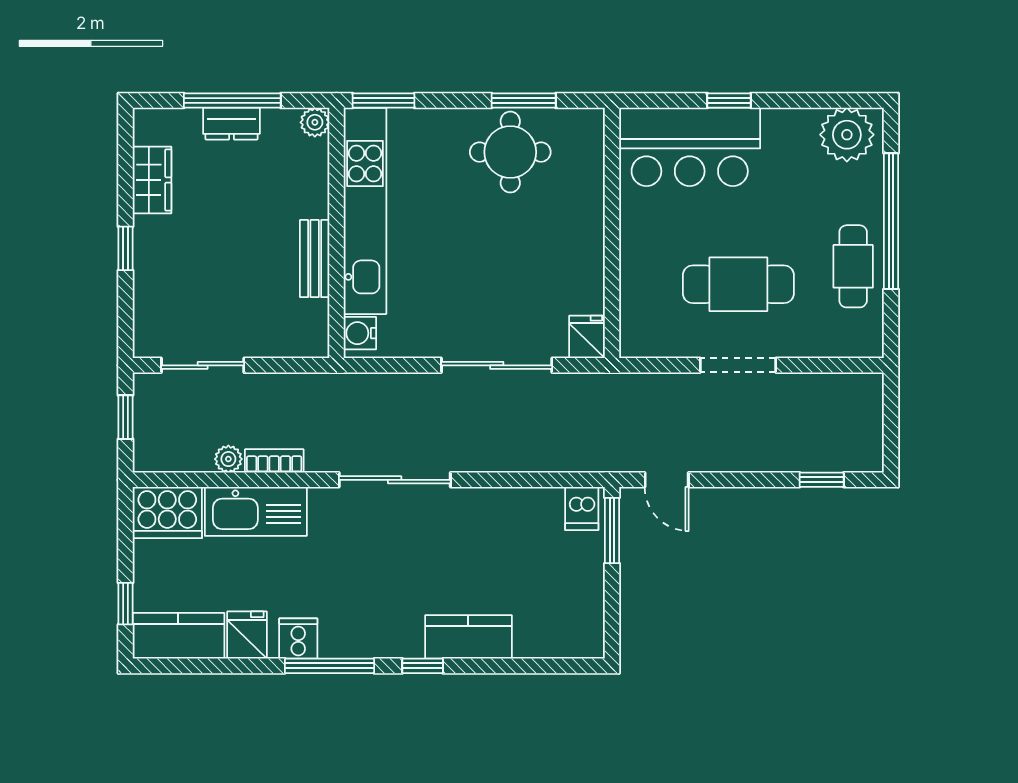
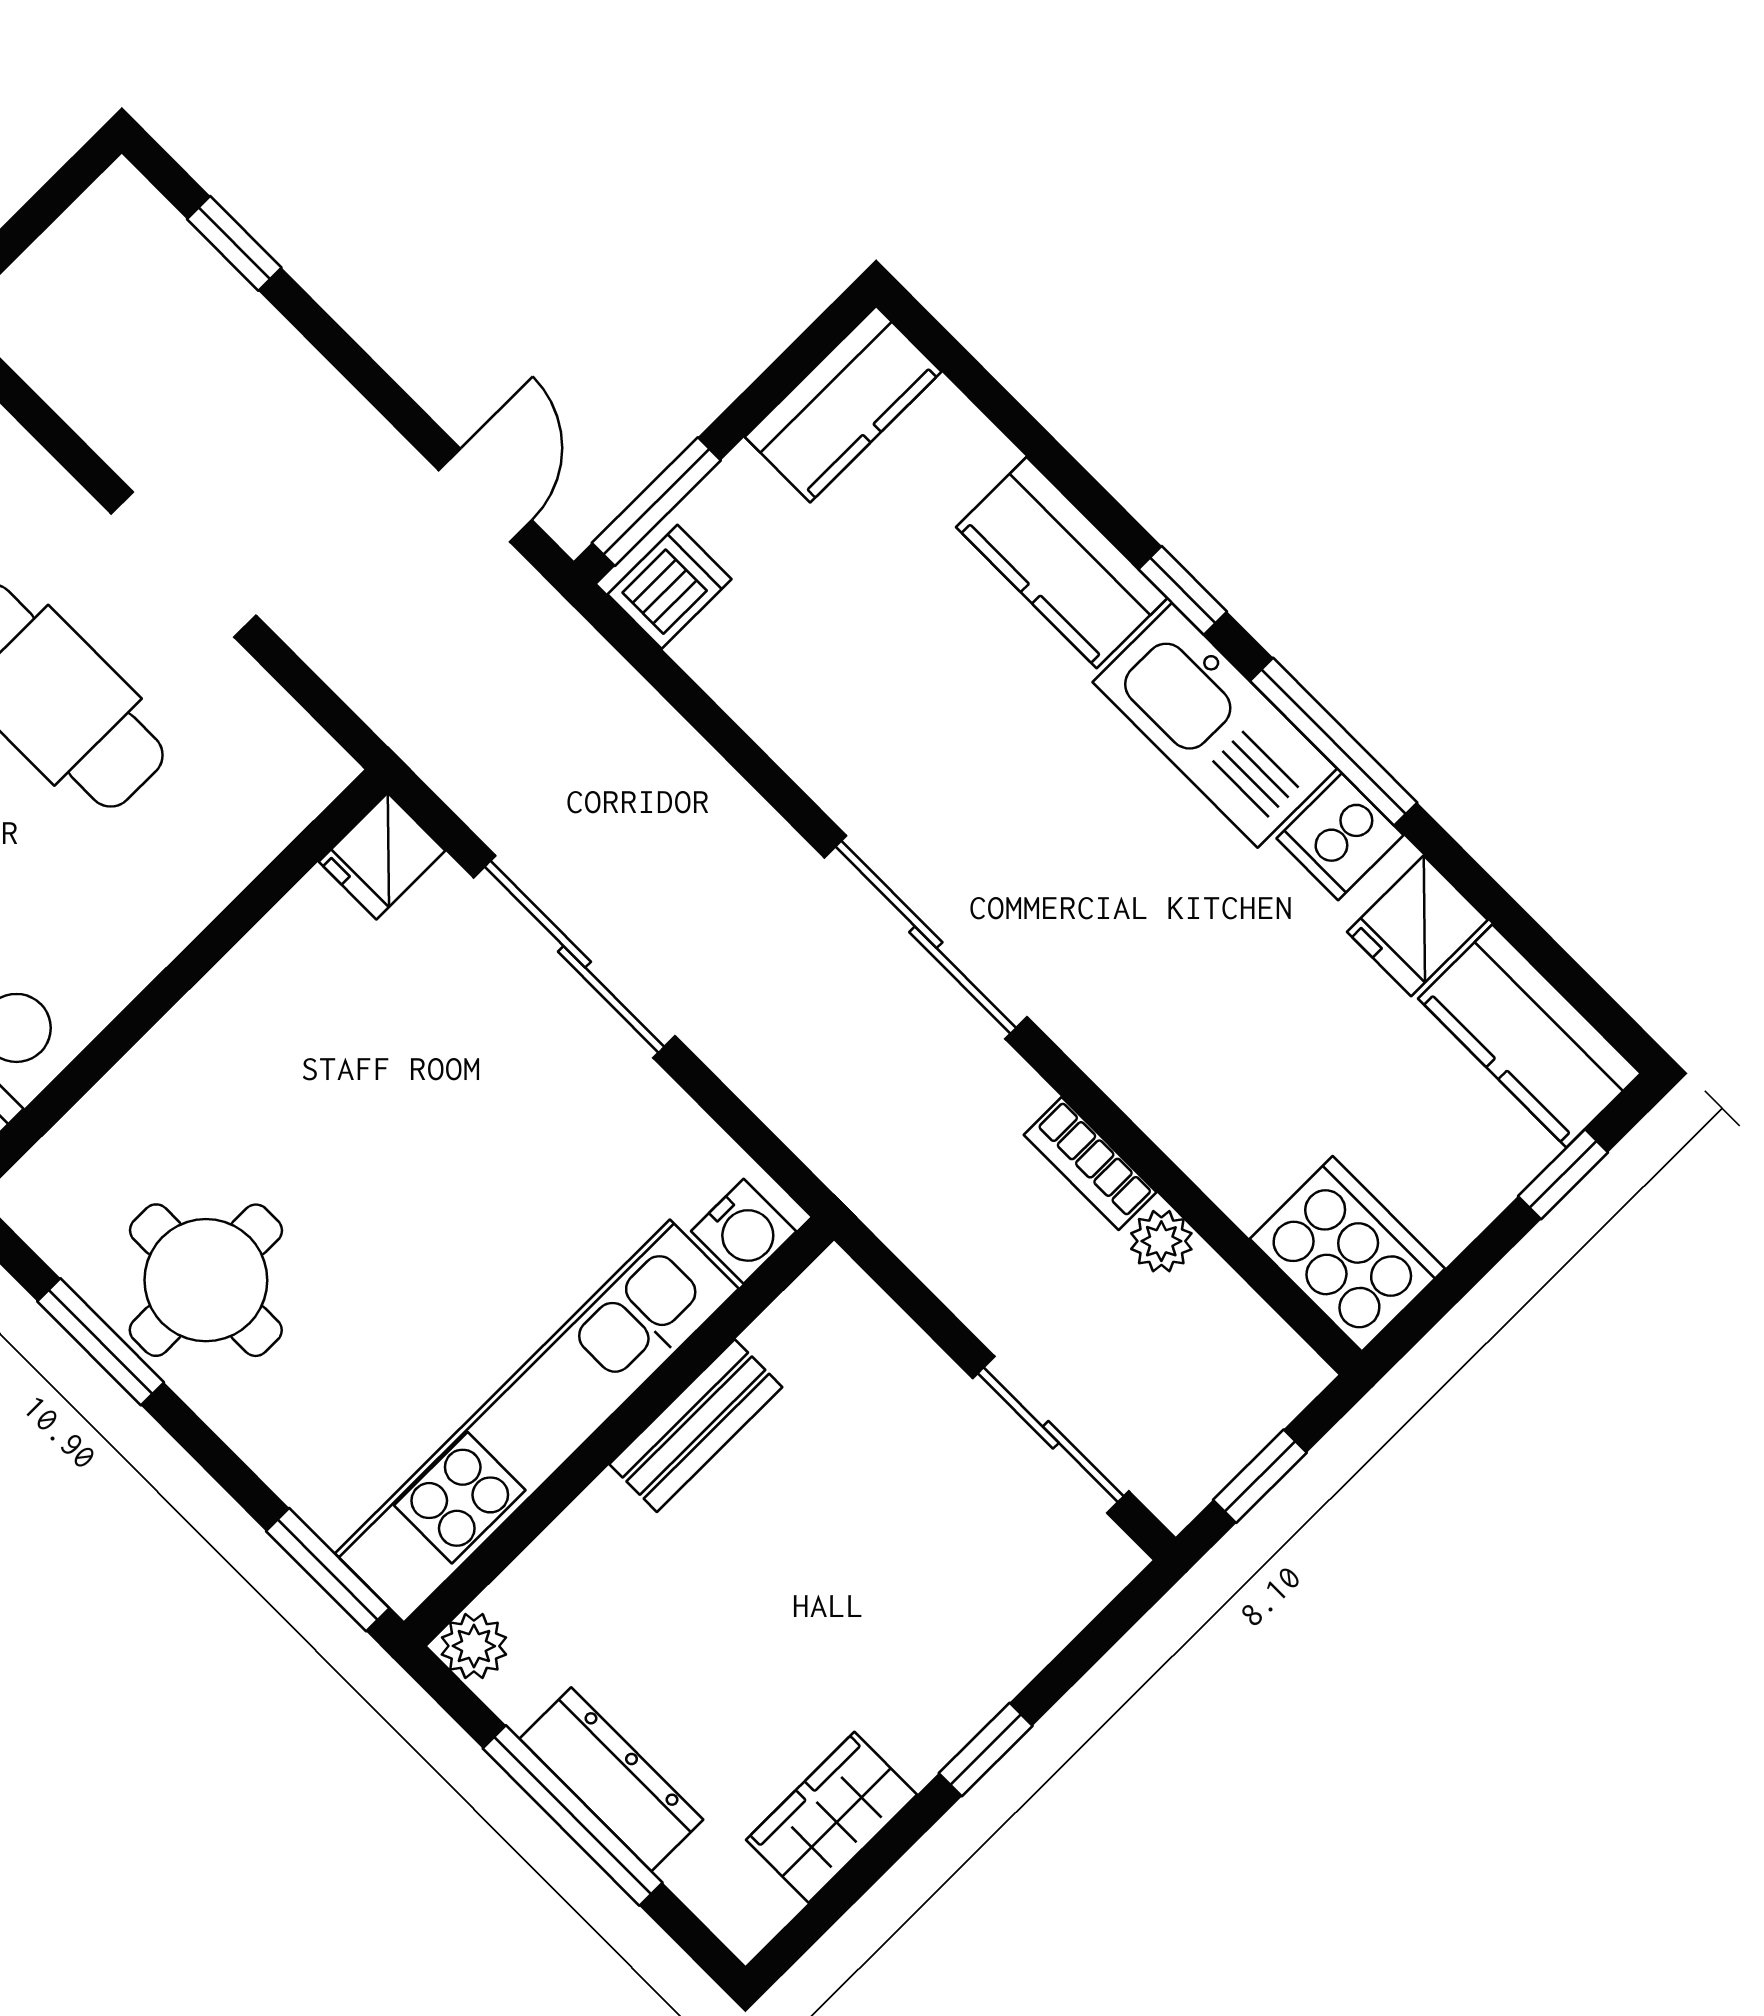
dresser: (231, 124) -> (611, 1779), width x1.44
kitchen sink: (256, 511) -> (1215, 725), moved, turned 180
kitchen counter: (585, 618) -> (843, 404), added

